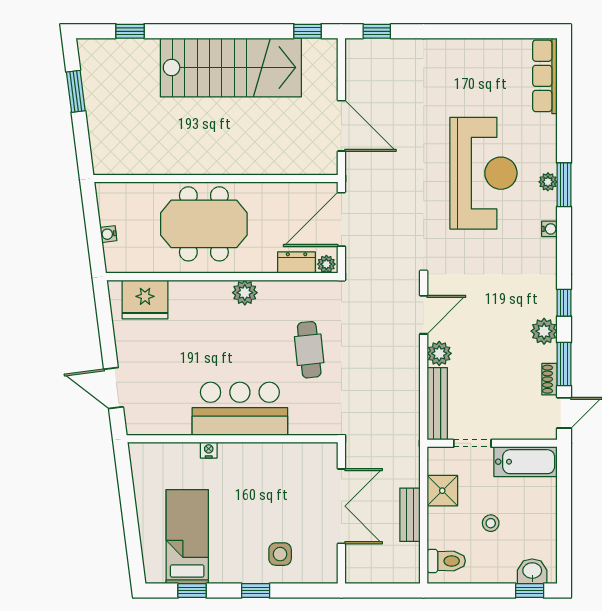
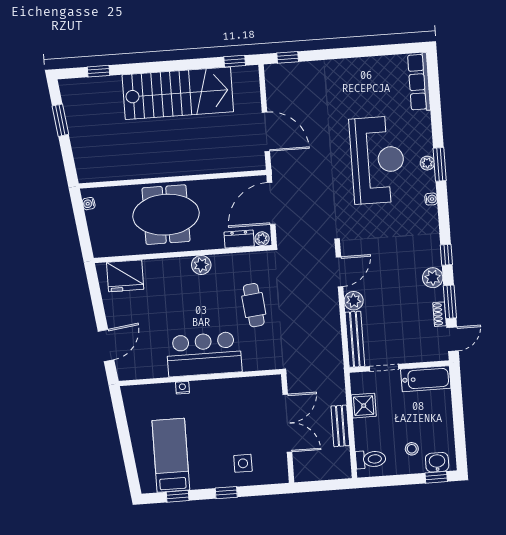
water cooler: (108, 234) -> (89, 204), moved
door: (113, 388) -> (106, 345), swing flipped
stool: (491, 523) -> (412, 449), moved

